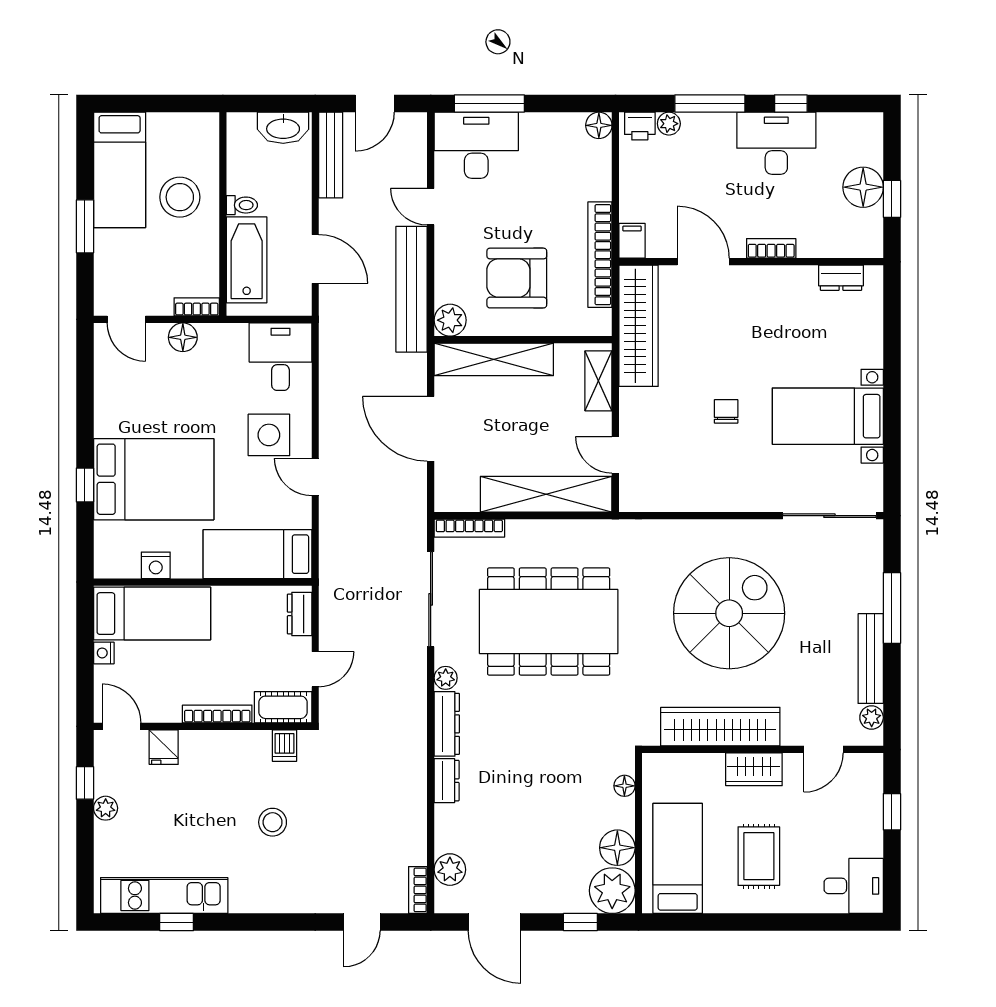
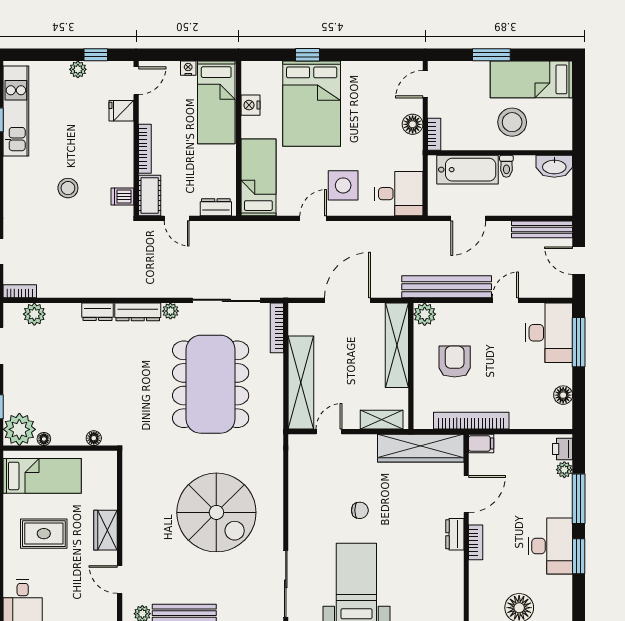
window: (791, 104) -> (579, 556), width x1.50
floor lamp: (599, 125) -> (563, 395), moved
washbasin: (283, 128) -> (554, 166), moved, turned -90
armchair: (517, 278) -> (455, 362), width x0.73, depth x0.73
dresser: (841, 278) -> (455, 534), moved
wardrobe: (720, 727) -> (136, 506), removed
floor lamp: (617, 848) -> (44, 439), width x0.53, depth x0.53

